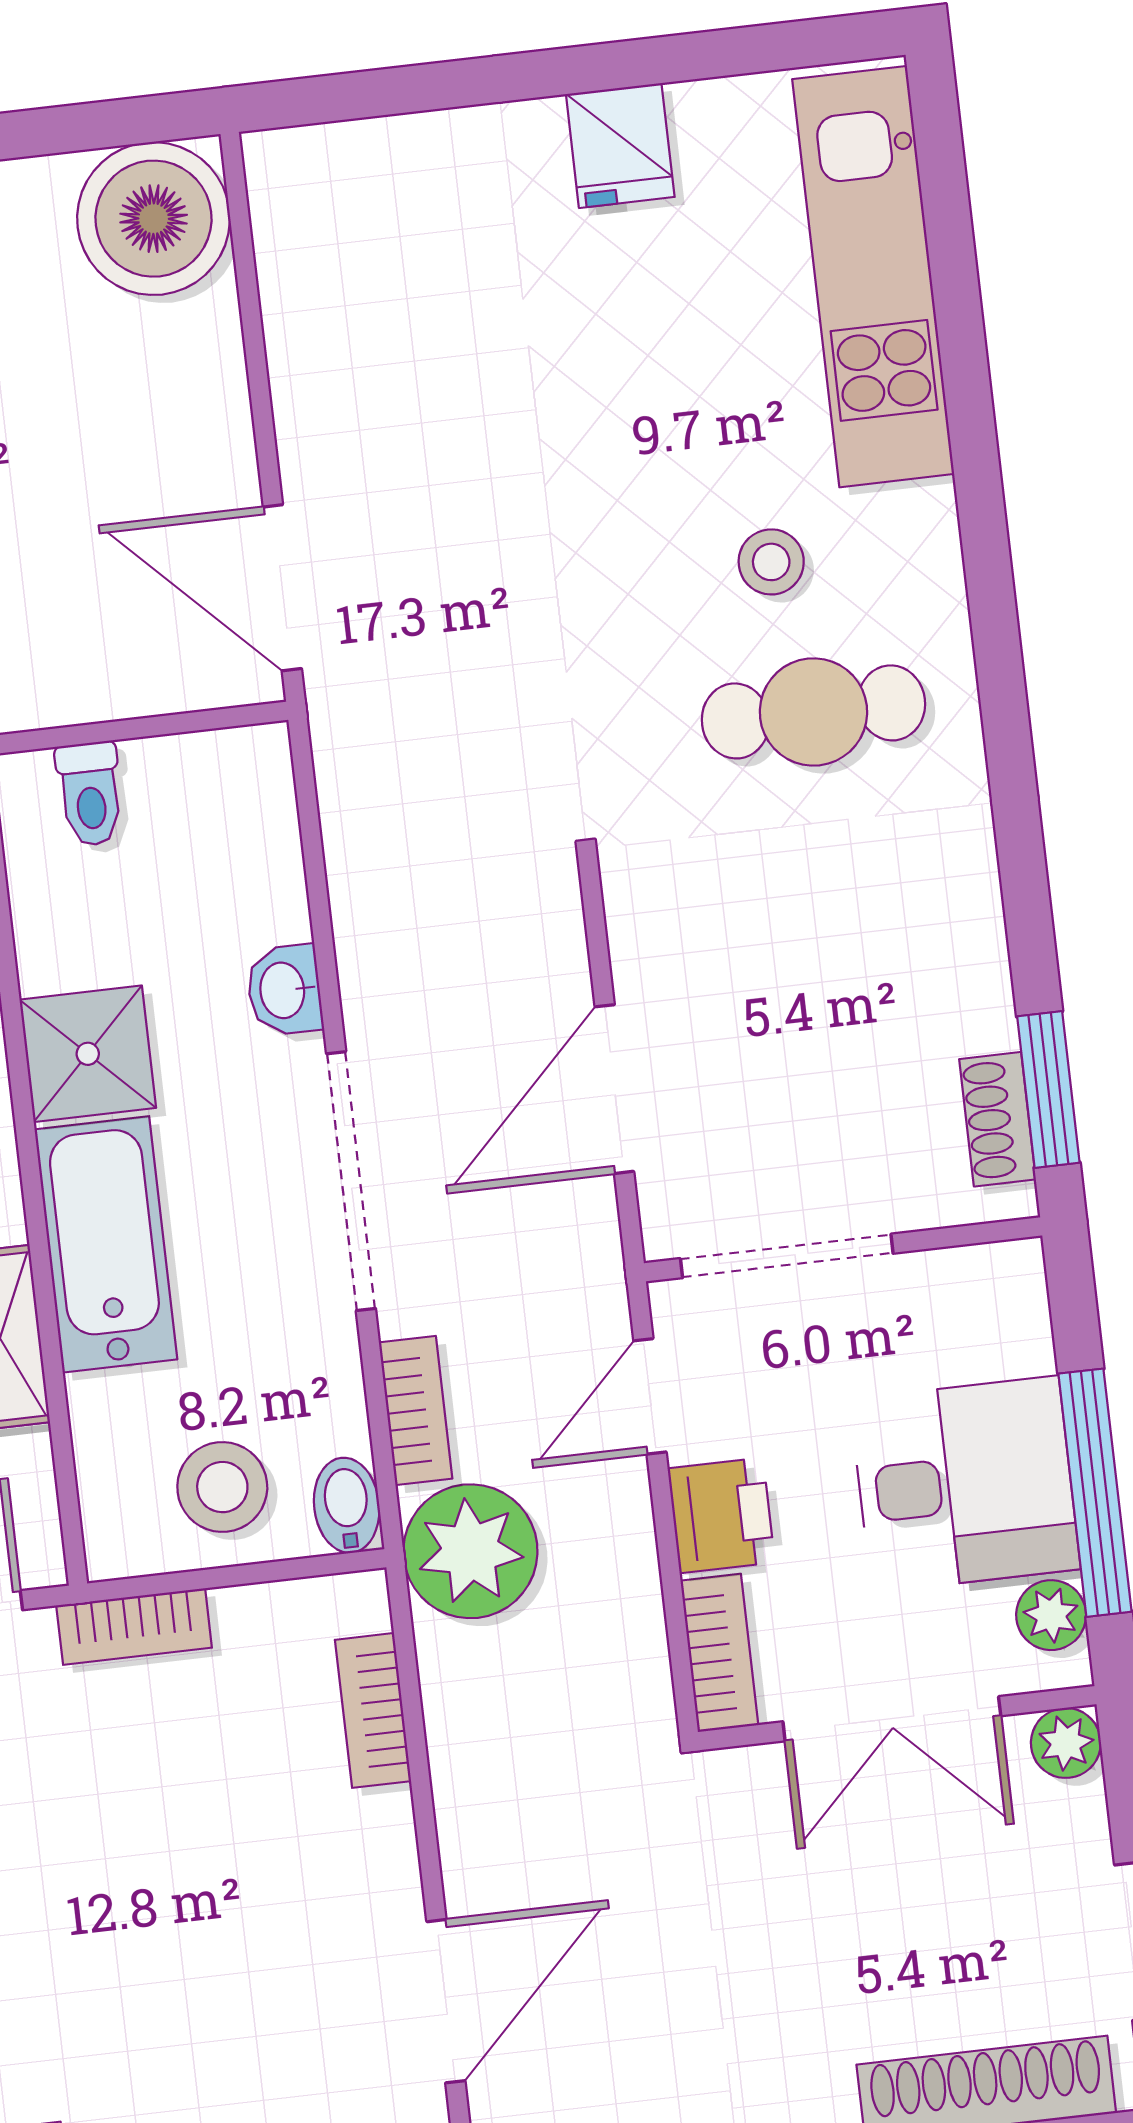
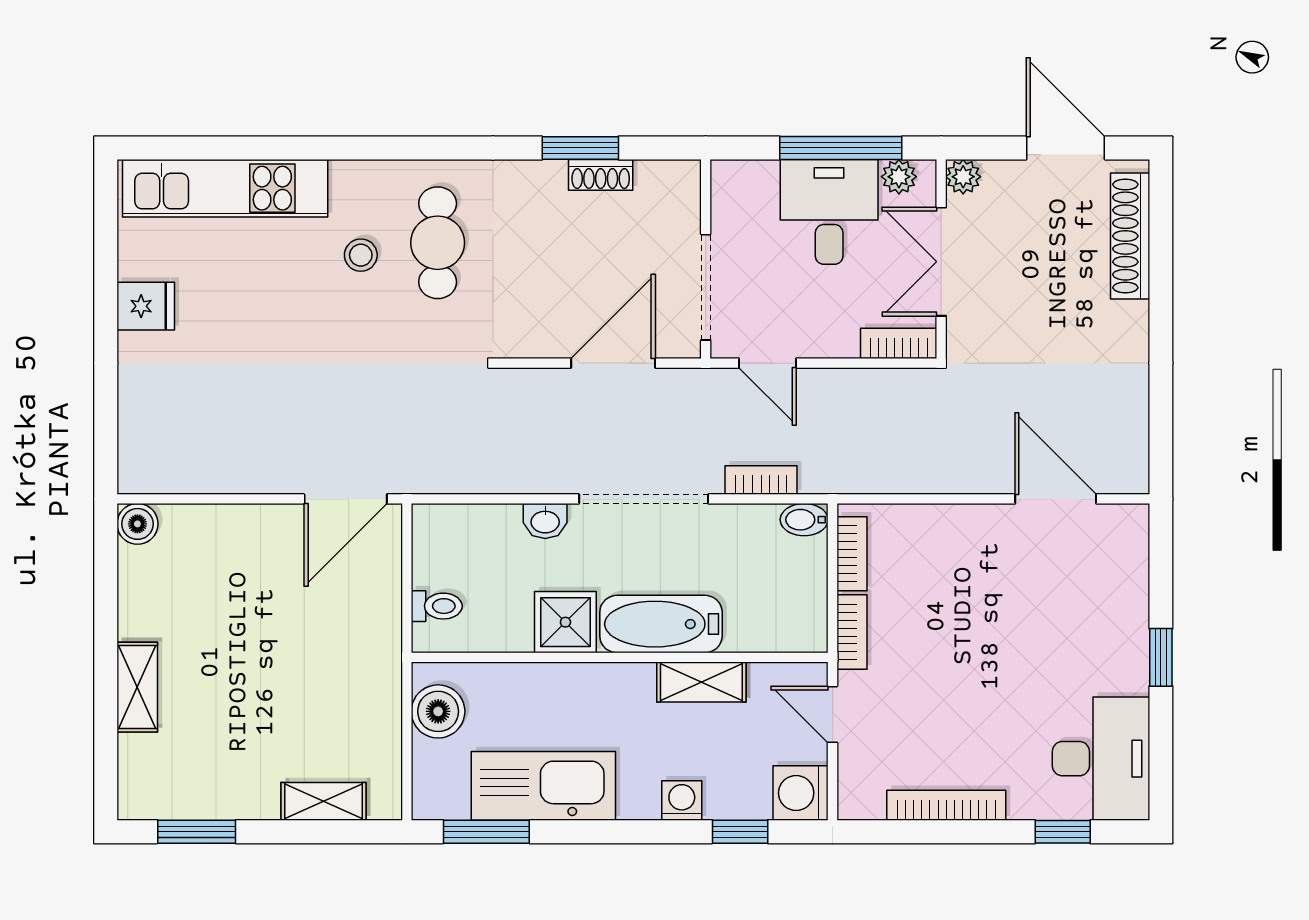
boiler: (154, 219) -> (137, 524), width x0.54, depth x0.54
door: (614, 1089) -> (613, 363), swing flipped
window: (1048, 1090) -> (580, 148), moved
shoe rack: (998, 1119) -> (601, 175), moved
stool: (222, 1487) -> (788, 580), removed
printer: (721, 1515) -> (831, 335), removed
plant: (470, 1551) -> (834, 461), removed
bookcase: (373, 1710) -> (852, 554), moved, turned -90
double door: (892, 1719) -> (941, 262), swing flipped

